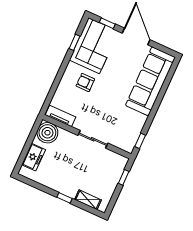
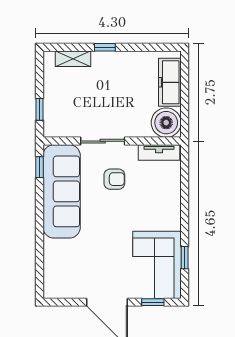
sofa: (150, 81) -> (62, 191), moved
armchair: (85, 83) -> (114, 179), moved
freezer: (34, 157) -> (170, 82), width x1.40

